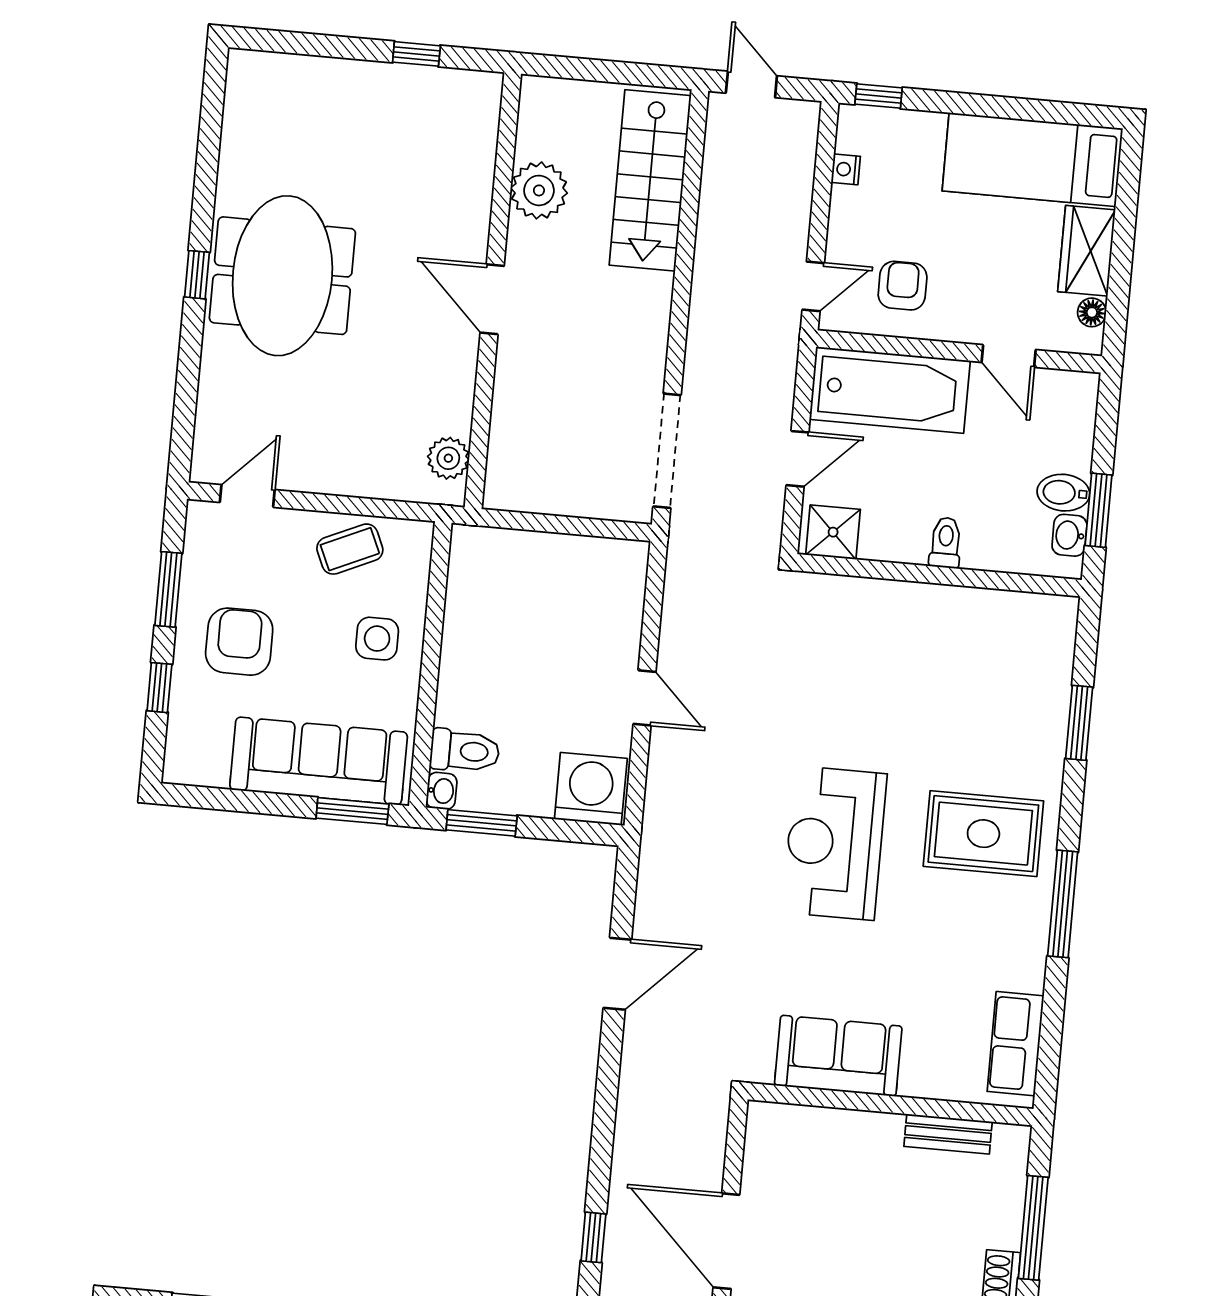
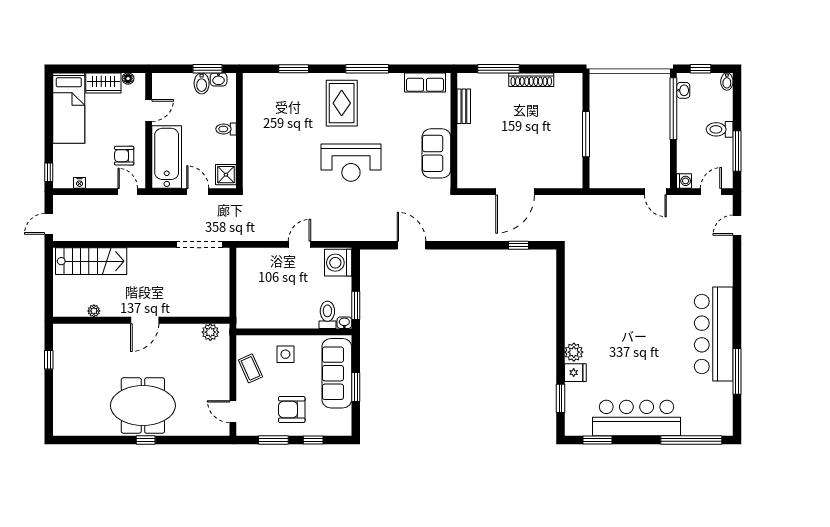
plant: (539, 190) -> (94, 311), width x0.53, depth x0.53
window: (352, 811) -> (356, 387), moved

